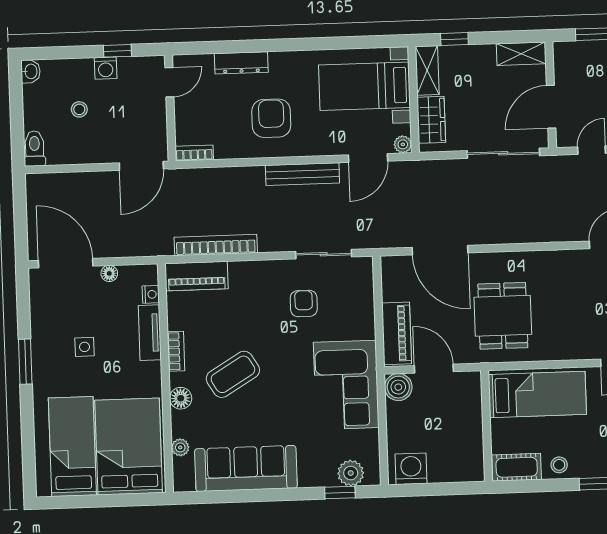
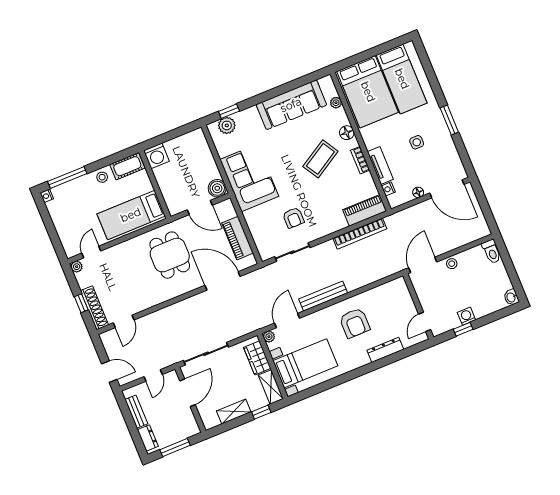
shelving: (521, 54) -> (234, 412), moved
stool: (79, 109) -> (452, 264), moved
bookcase: (194, 153) -> (394, 285), removed
piano: (397, 333) -> (237, 238), moved
washing machine: (411, 469) -> (156, 156), moved

